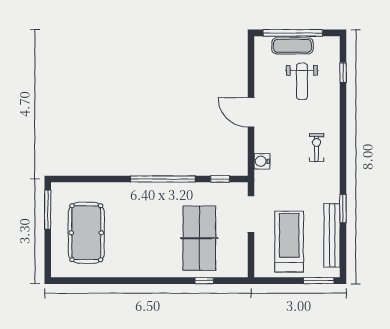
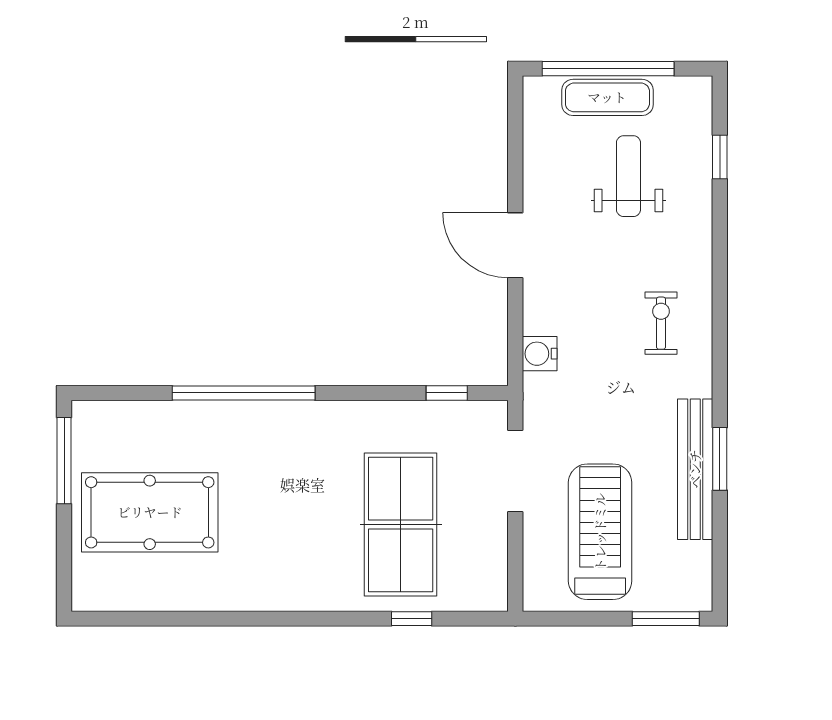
weight bench: (302, 81) -> (628, 176), turned 180
window: (163, 179) -> (244, 393), moved
pool table: (86, 233) -> (150, 512), turned 90
bench: (332, 235) -> (695, 469), moved

